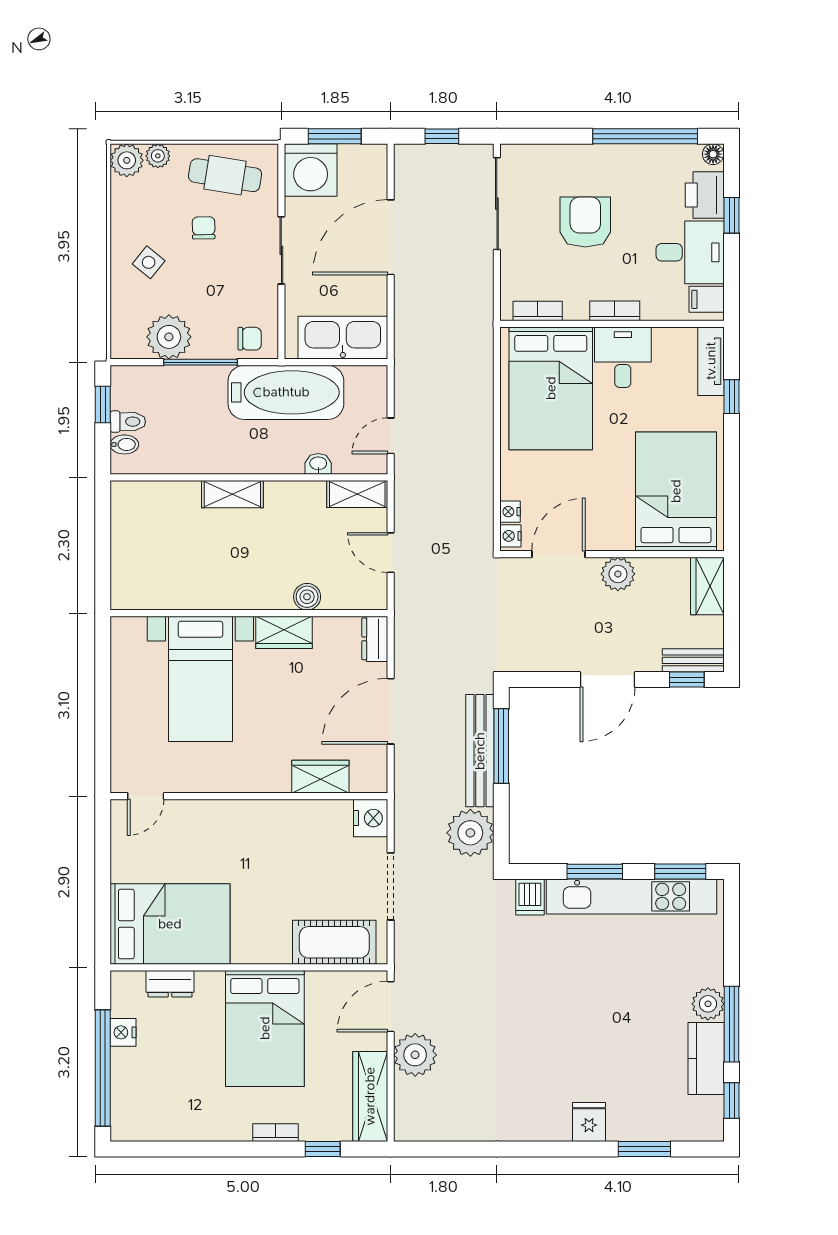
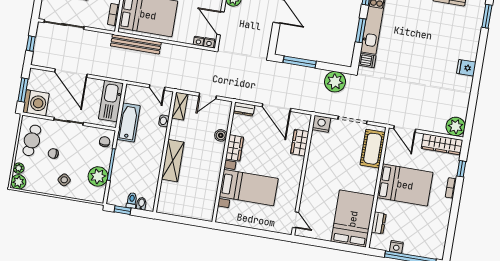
bathtub: (286, 392) -> (129, 122), width x0.73, depth x0.73
shelving: (232, 494) -> (173, 161), width x1.50, depth x1.33
bench: (480, 751) -> (136, 44), moved
plant: (415, 1055) -> (456, 127), moved
fridge: (589, 1122) -> (466, 68), moved
window: (644, 1149) -> (487, 16), moved

